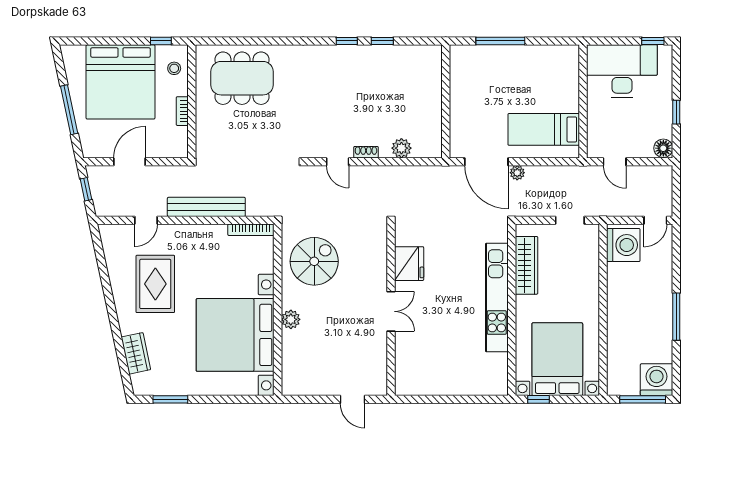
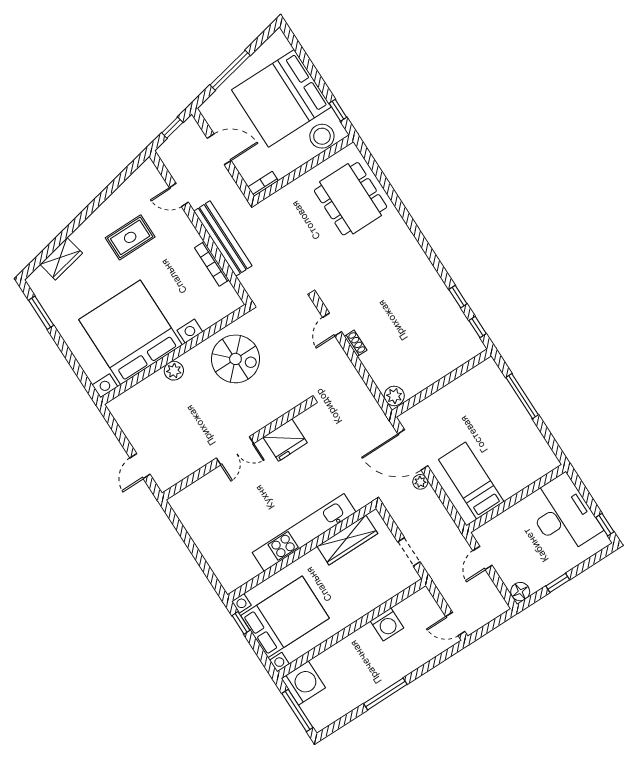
window: (347, 41) -> (478, 327), moved
stool: (174, 68) -> (322, 136), width x1.89, depth x1.89
bookcase: (182, 111) -> (263, 184), moved
plant: (401, 148) -> (394, 396), moved
door: (486, 162) -> (413, 450), hinge flipped
bookcase: (251, 230) -> (212, 264), moved
washing machine: (623, 245) -> (387, 624), moved, width x0.73, depth x0.73
rug: (155, 284) -> (130, 237), width x0.73, depth x0.70
washing machine: (657, 380) -> (303, 683), moved

